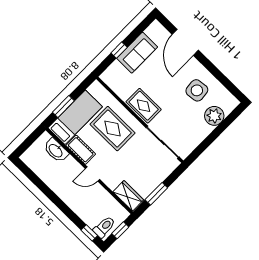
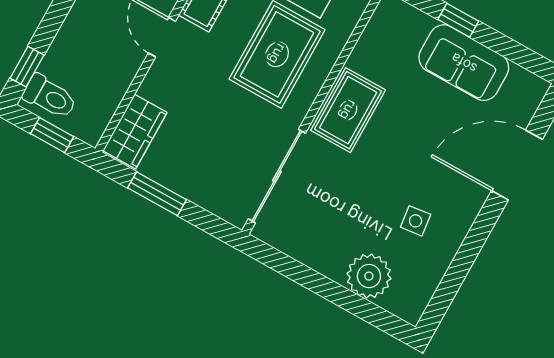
side table: (197, 90) -> (416, 221), width x0.54, depth x0.54

